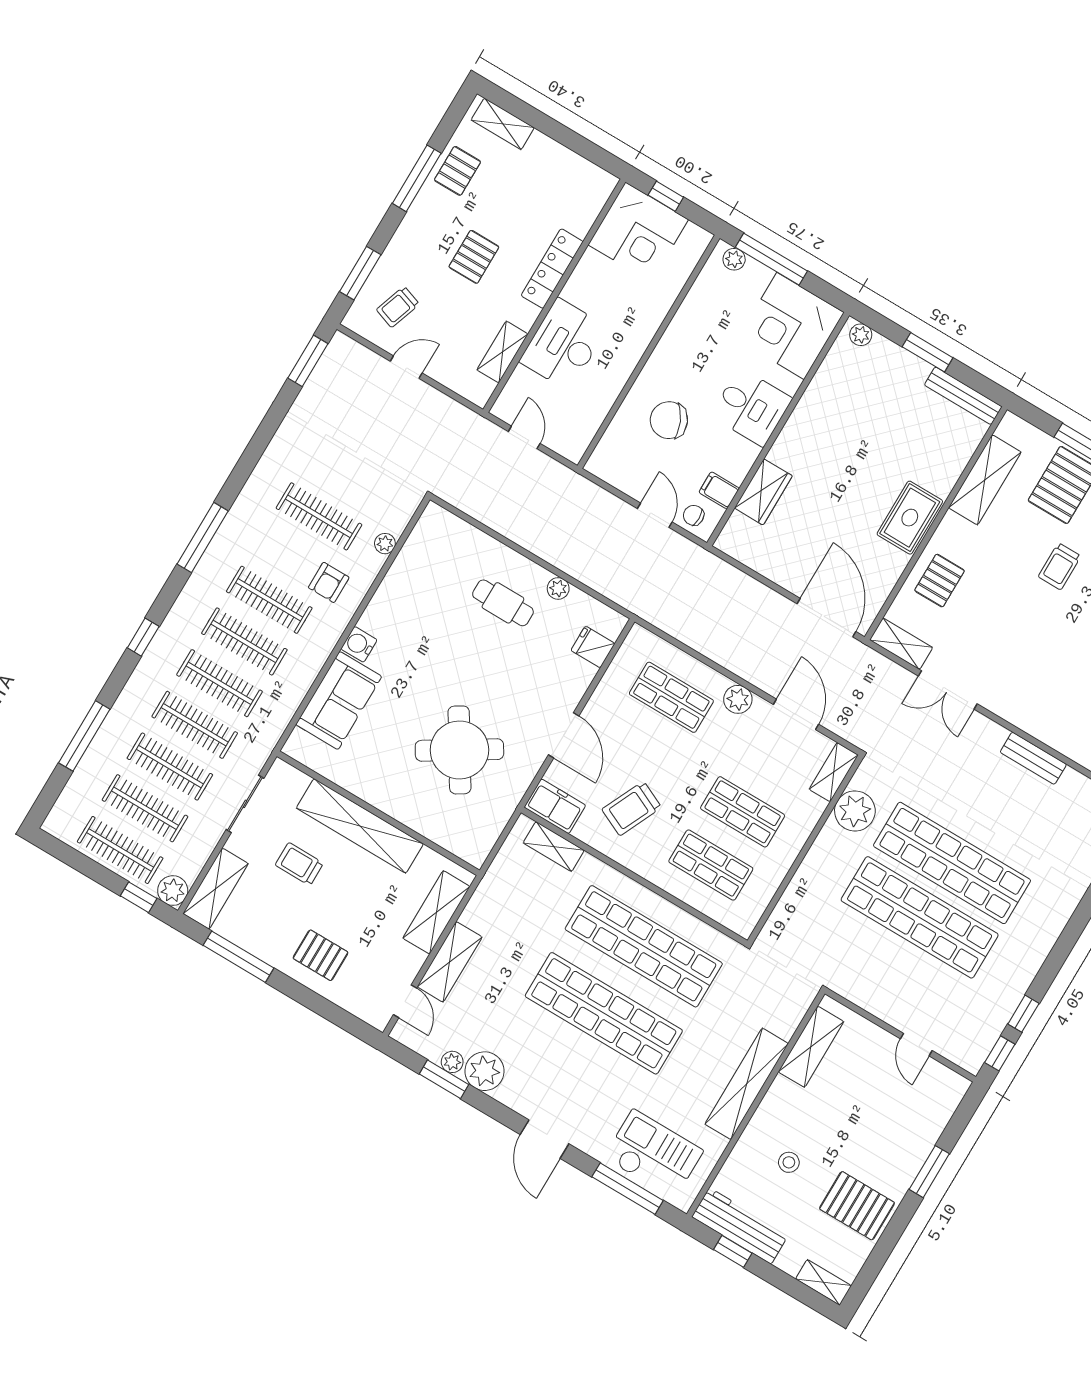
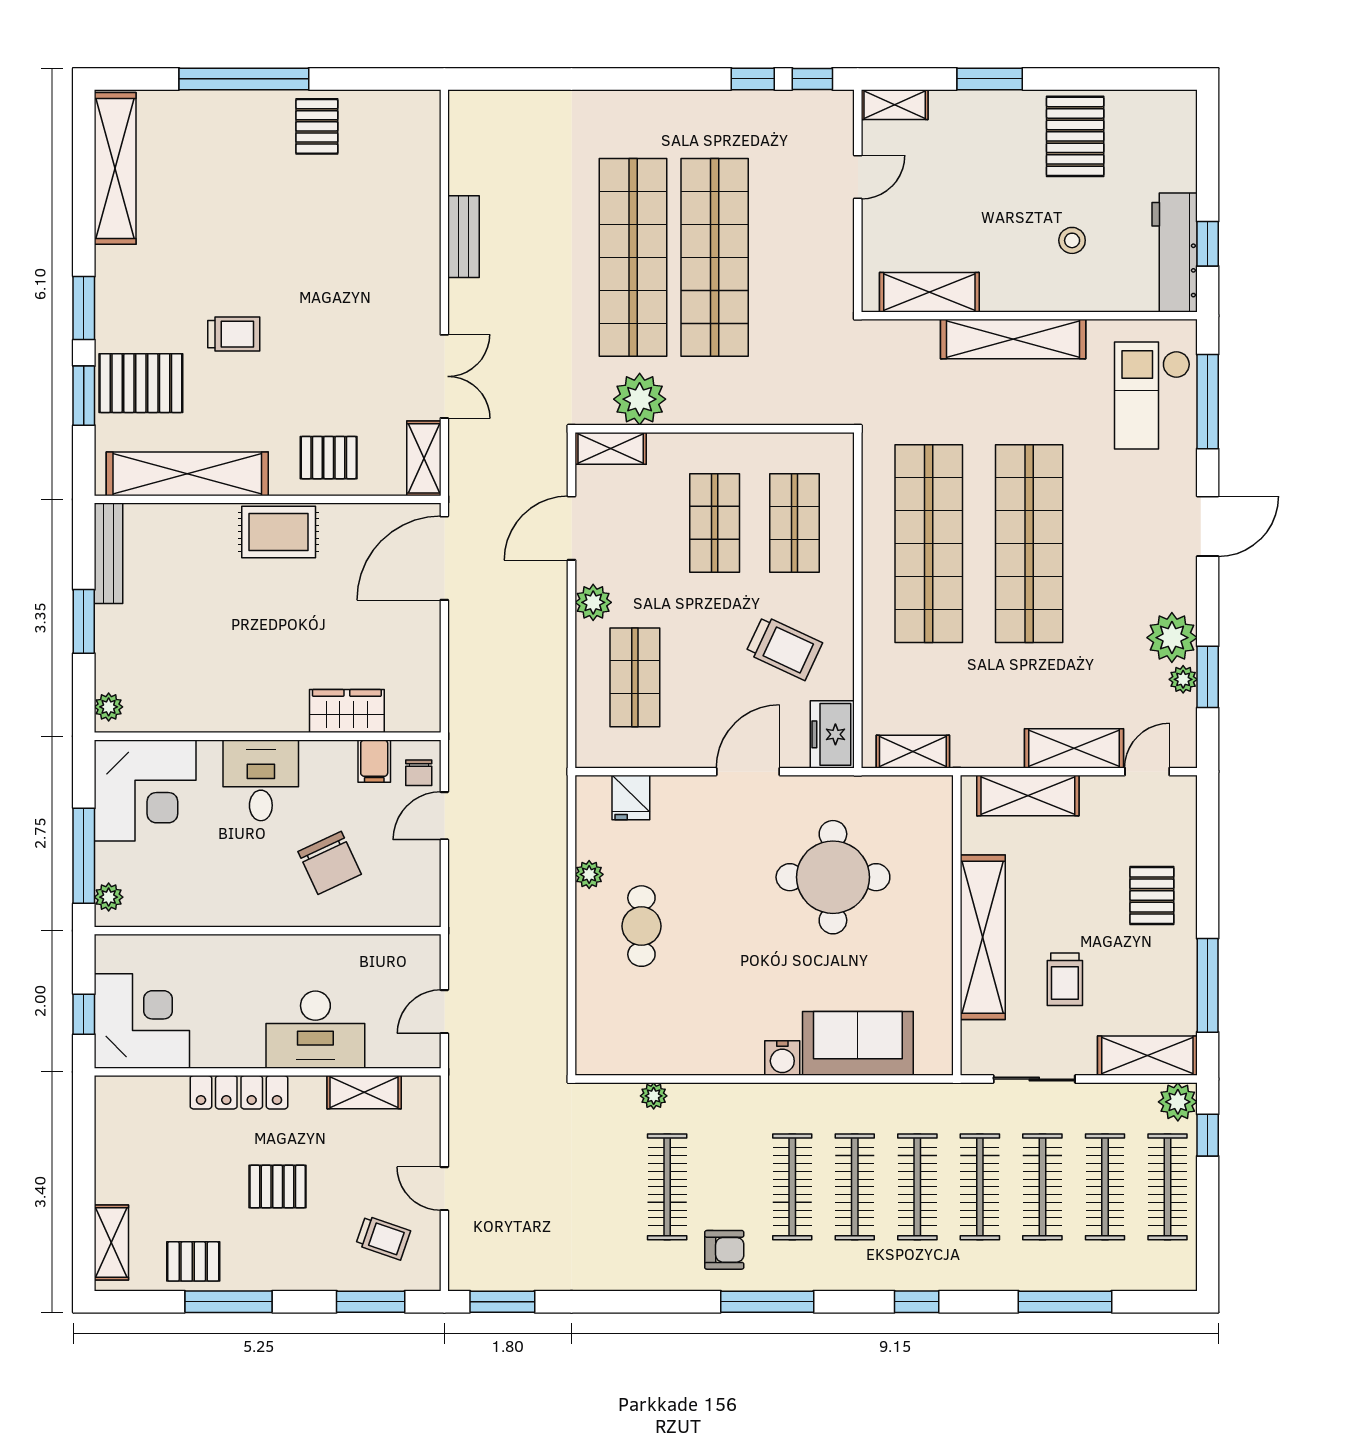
shelving: (985, 480) -> (187, 474), width x1.47
armchair: (329, 582) -> (724, 1250), moved
round table: (459, 750) -> (833, 877), turned 32
shelving: (554, 847) -> (913, 752), moved, turned 90
shelving: (824, 1282) -> (895, 105), moved, turned 90

